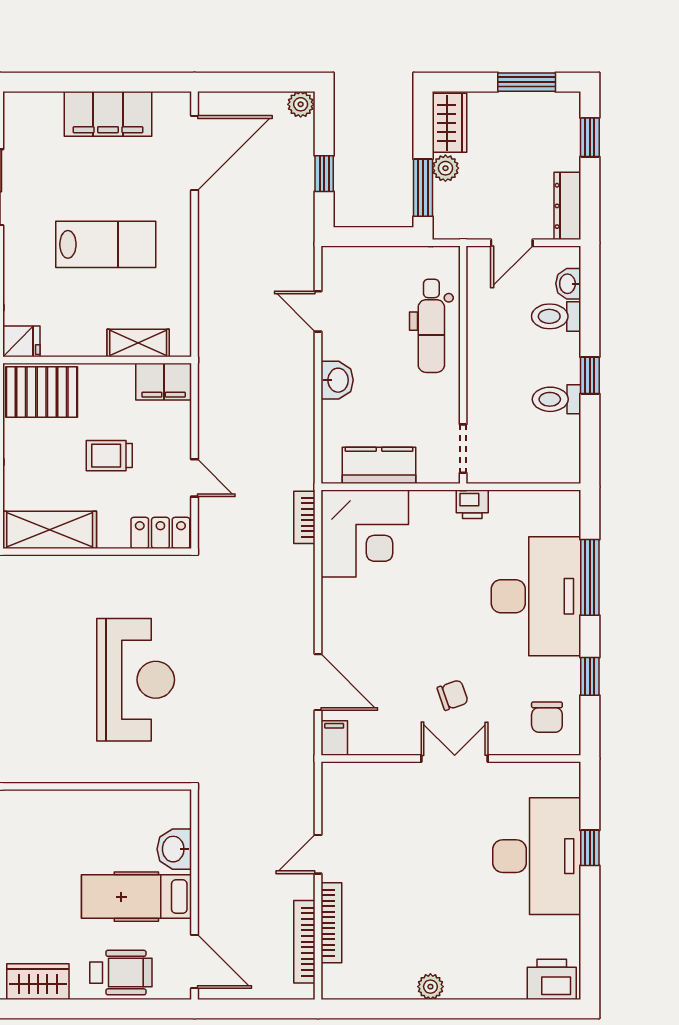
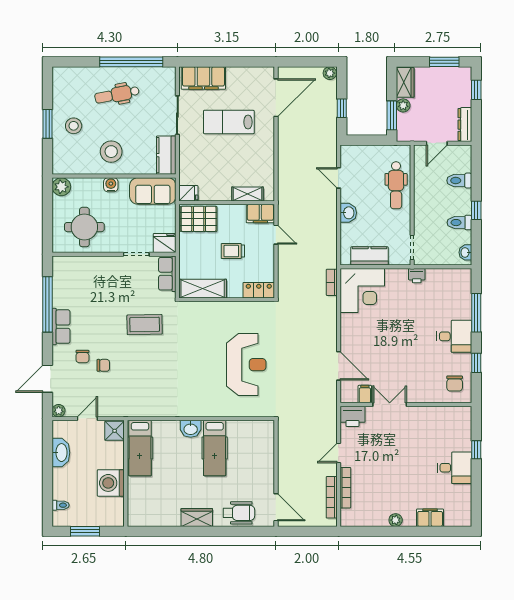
filing cabinet: (108, 114) -> (203, 78), moved
lab bench: (106, 244) -> (229, 122), moved, turned 180
washbasin: (568, 284) -> (465, 252), moved
door: (194, 478) -> (276, 235), moved
desk: (536, 596) -> (454, 336), width x0.53, depth x0.77
chair: (453, 695) -> (407, 372), removed
filing cabinet: (334, 738) -> (365, 394), moved
double door: (455, 759) -> (390, 405), moved
washbasin: (174, 849) -> (191, 429), moved, turned -90
desk: (537, 856) -> (455, 468), width x0.53, depth x0.77
hospital bed: (136, 897) -> (215, 448), moved, turned -90
printer: (552, 979) -> (353, 416), moved, turned 180
filing cabinet: (498, 982) -> (430, 518), added

